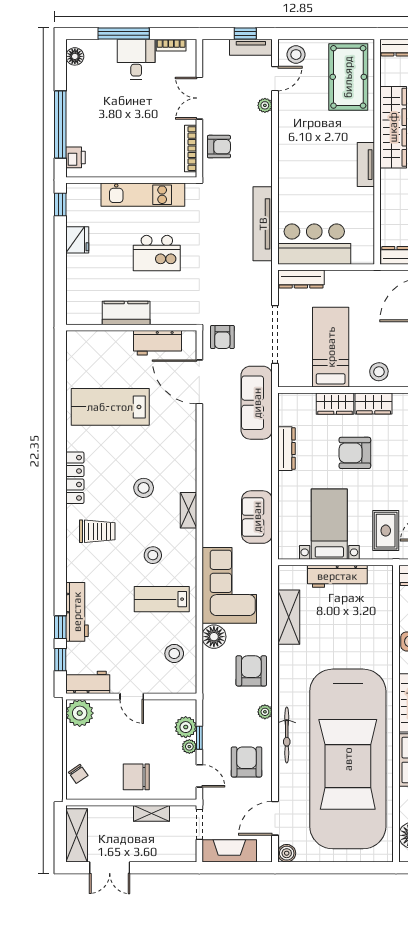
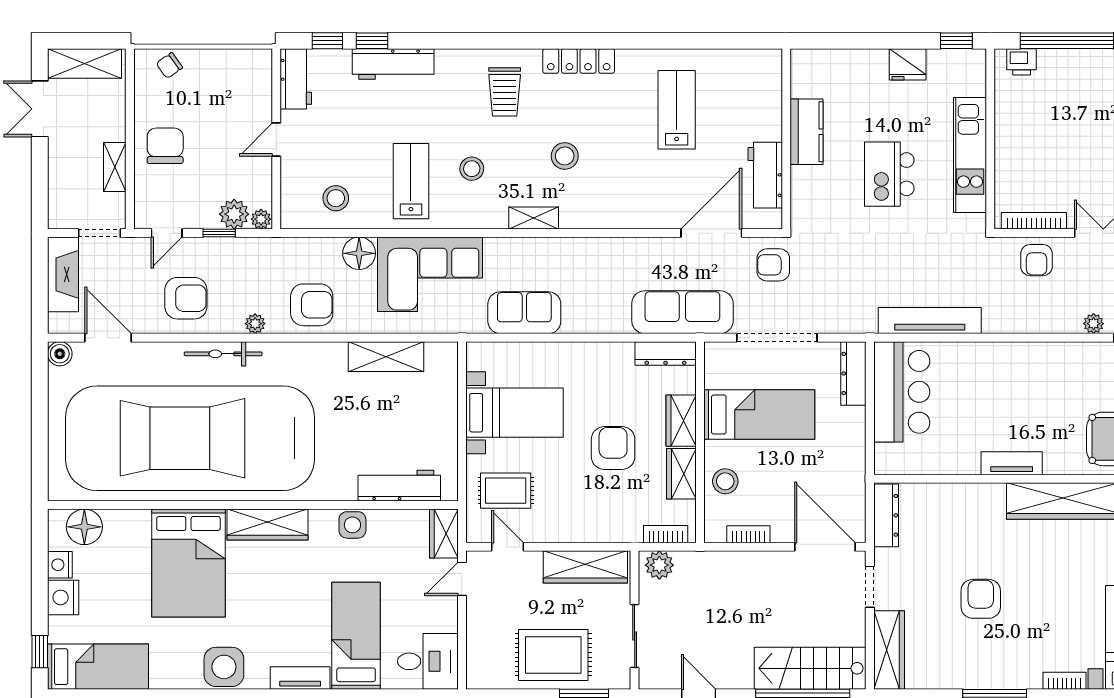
lab bench: (110, 407) -> (677, 110), width x0.73, depth x0.72
dresser: (286, 449) -> (666, 353), moved
workbench: (337, 576) -> (399, 486), moved, turned 90
plant: (80, 713) -> (253, 68), removed
plant: (189, 747) -> (261, 219), moved

